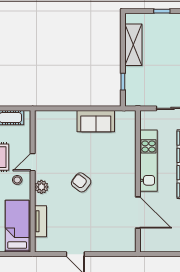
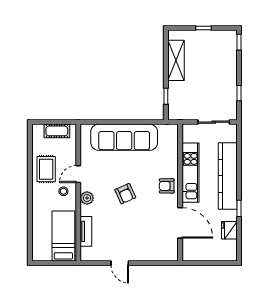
sofa: (96, 121) -> (124, 137), width x1.85, depth x1.27
armchair: (124, 174) -> (167, 186), added
armchair: (81, 182) -> (125, 194), turned -152

